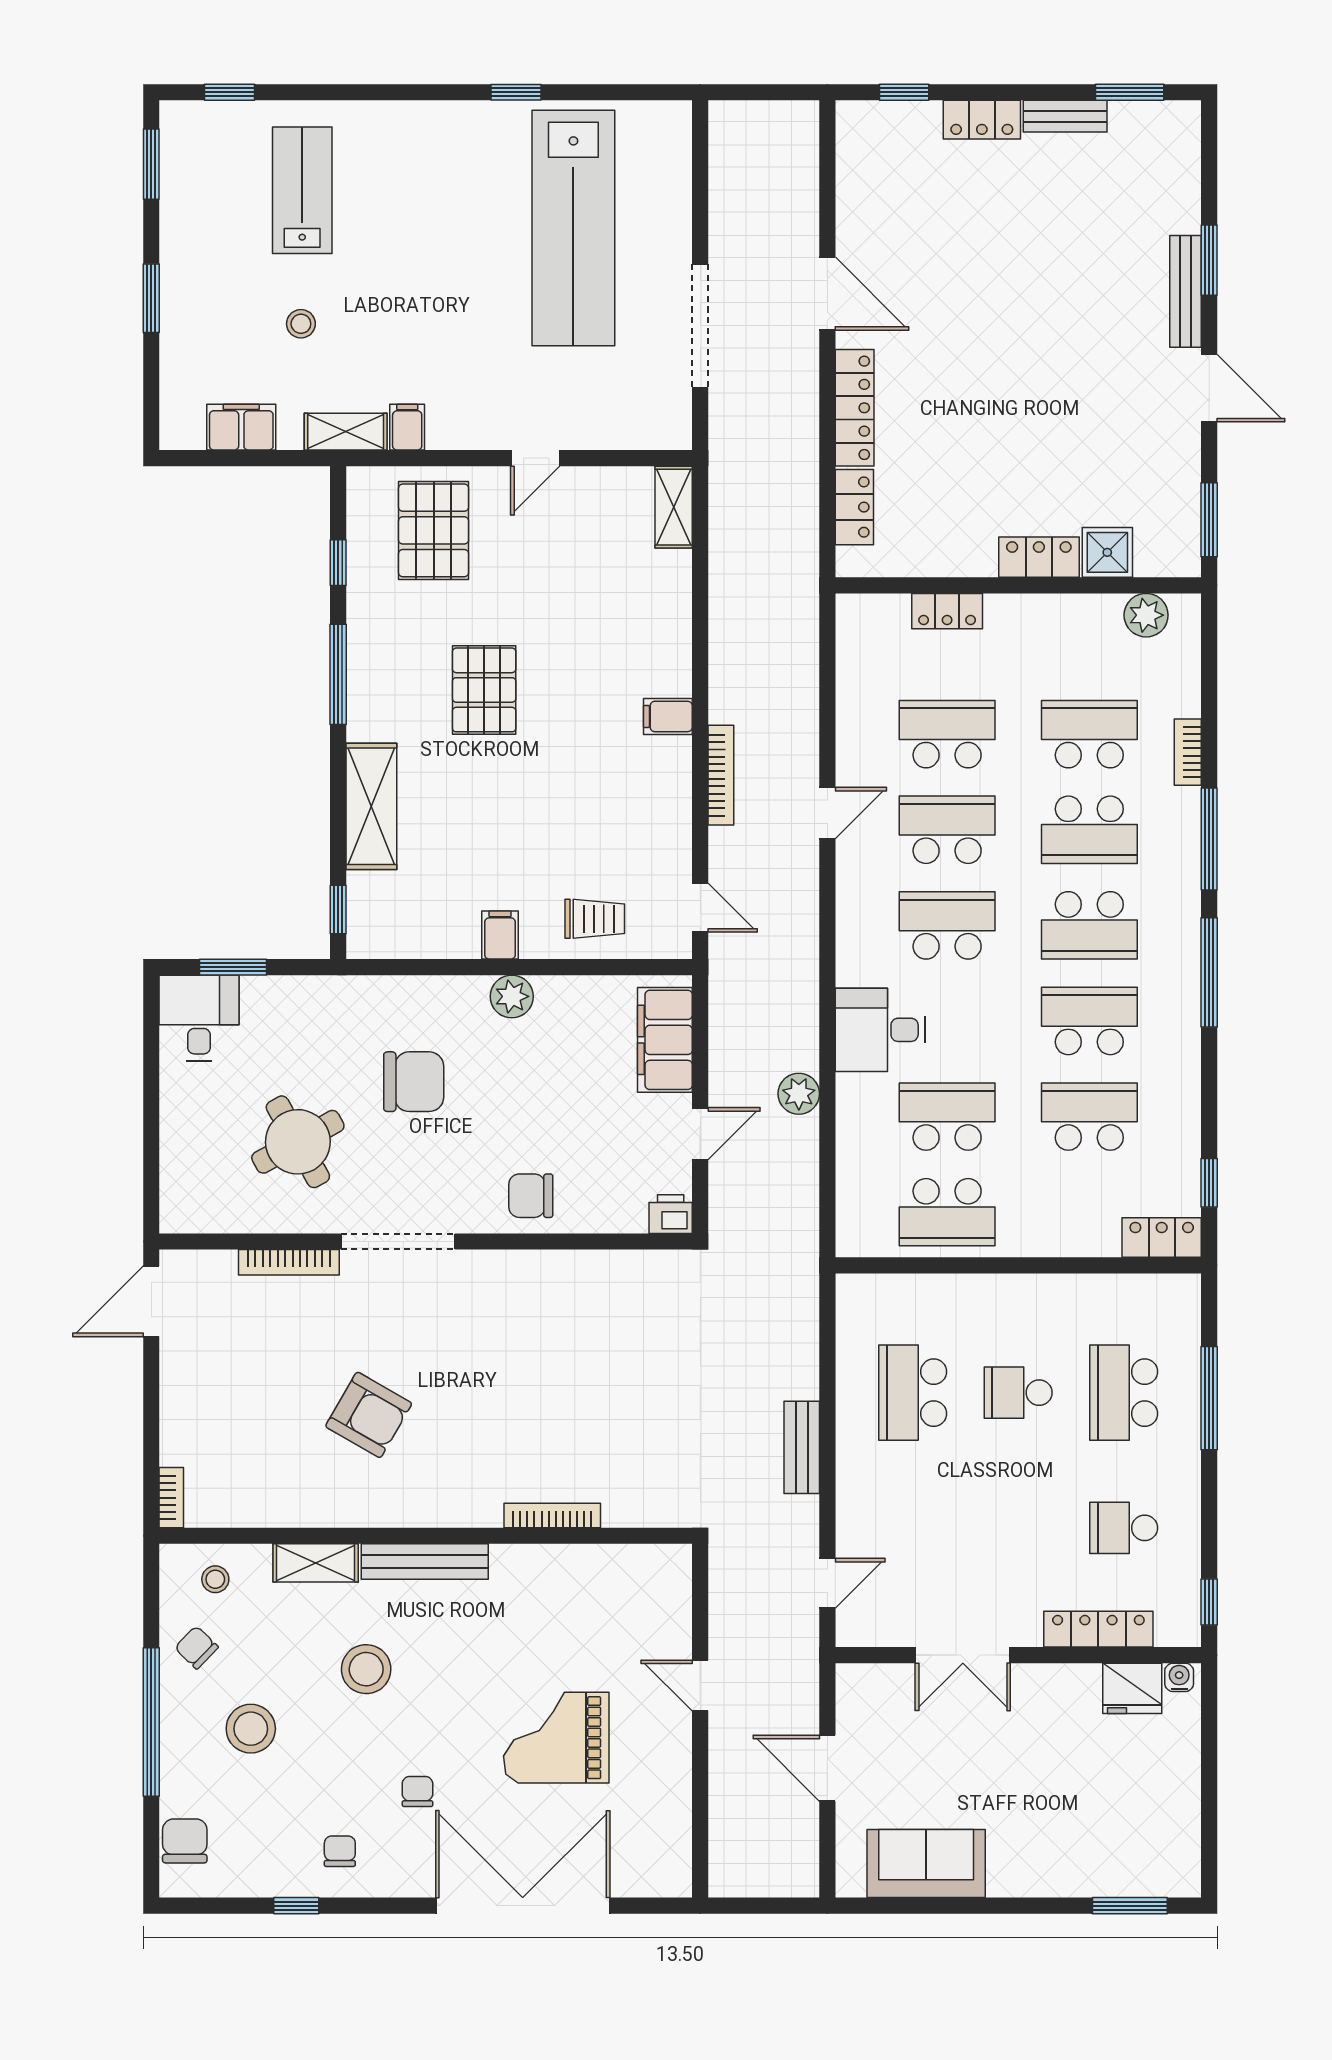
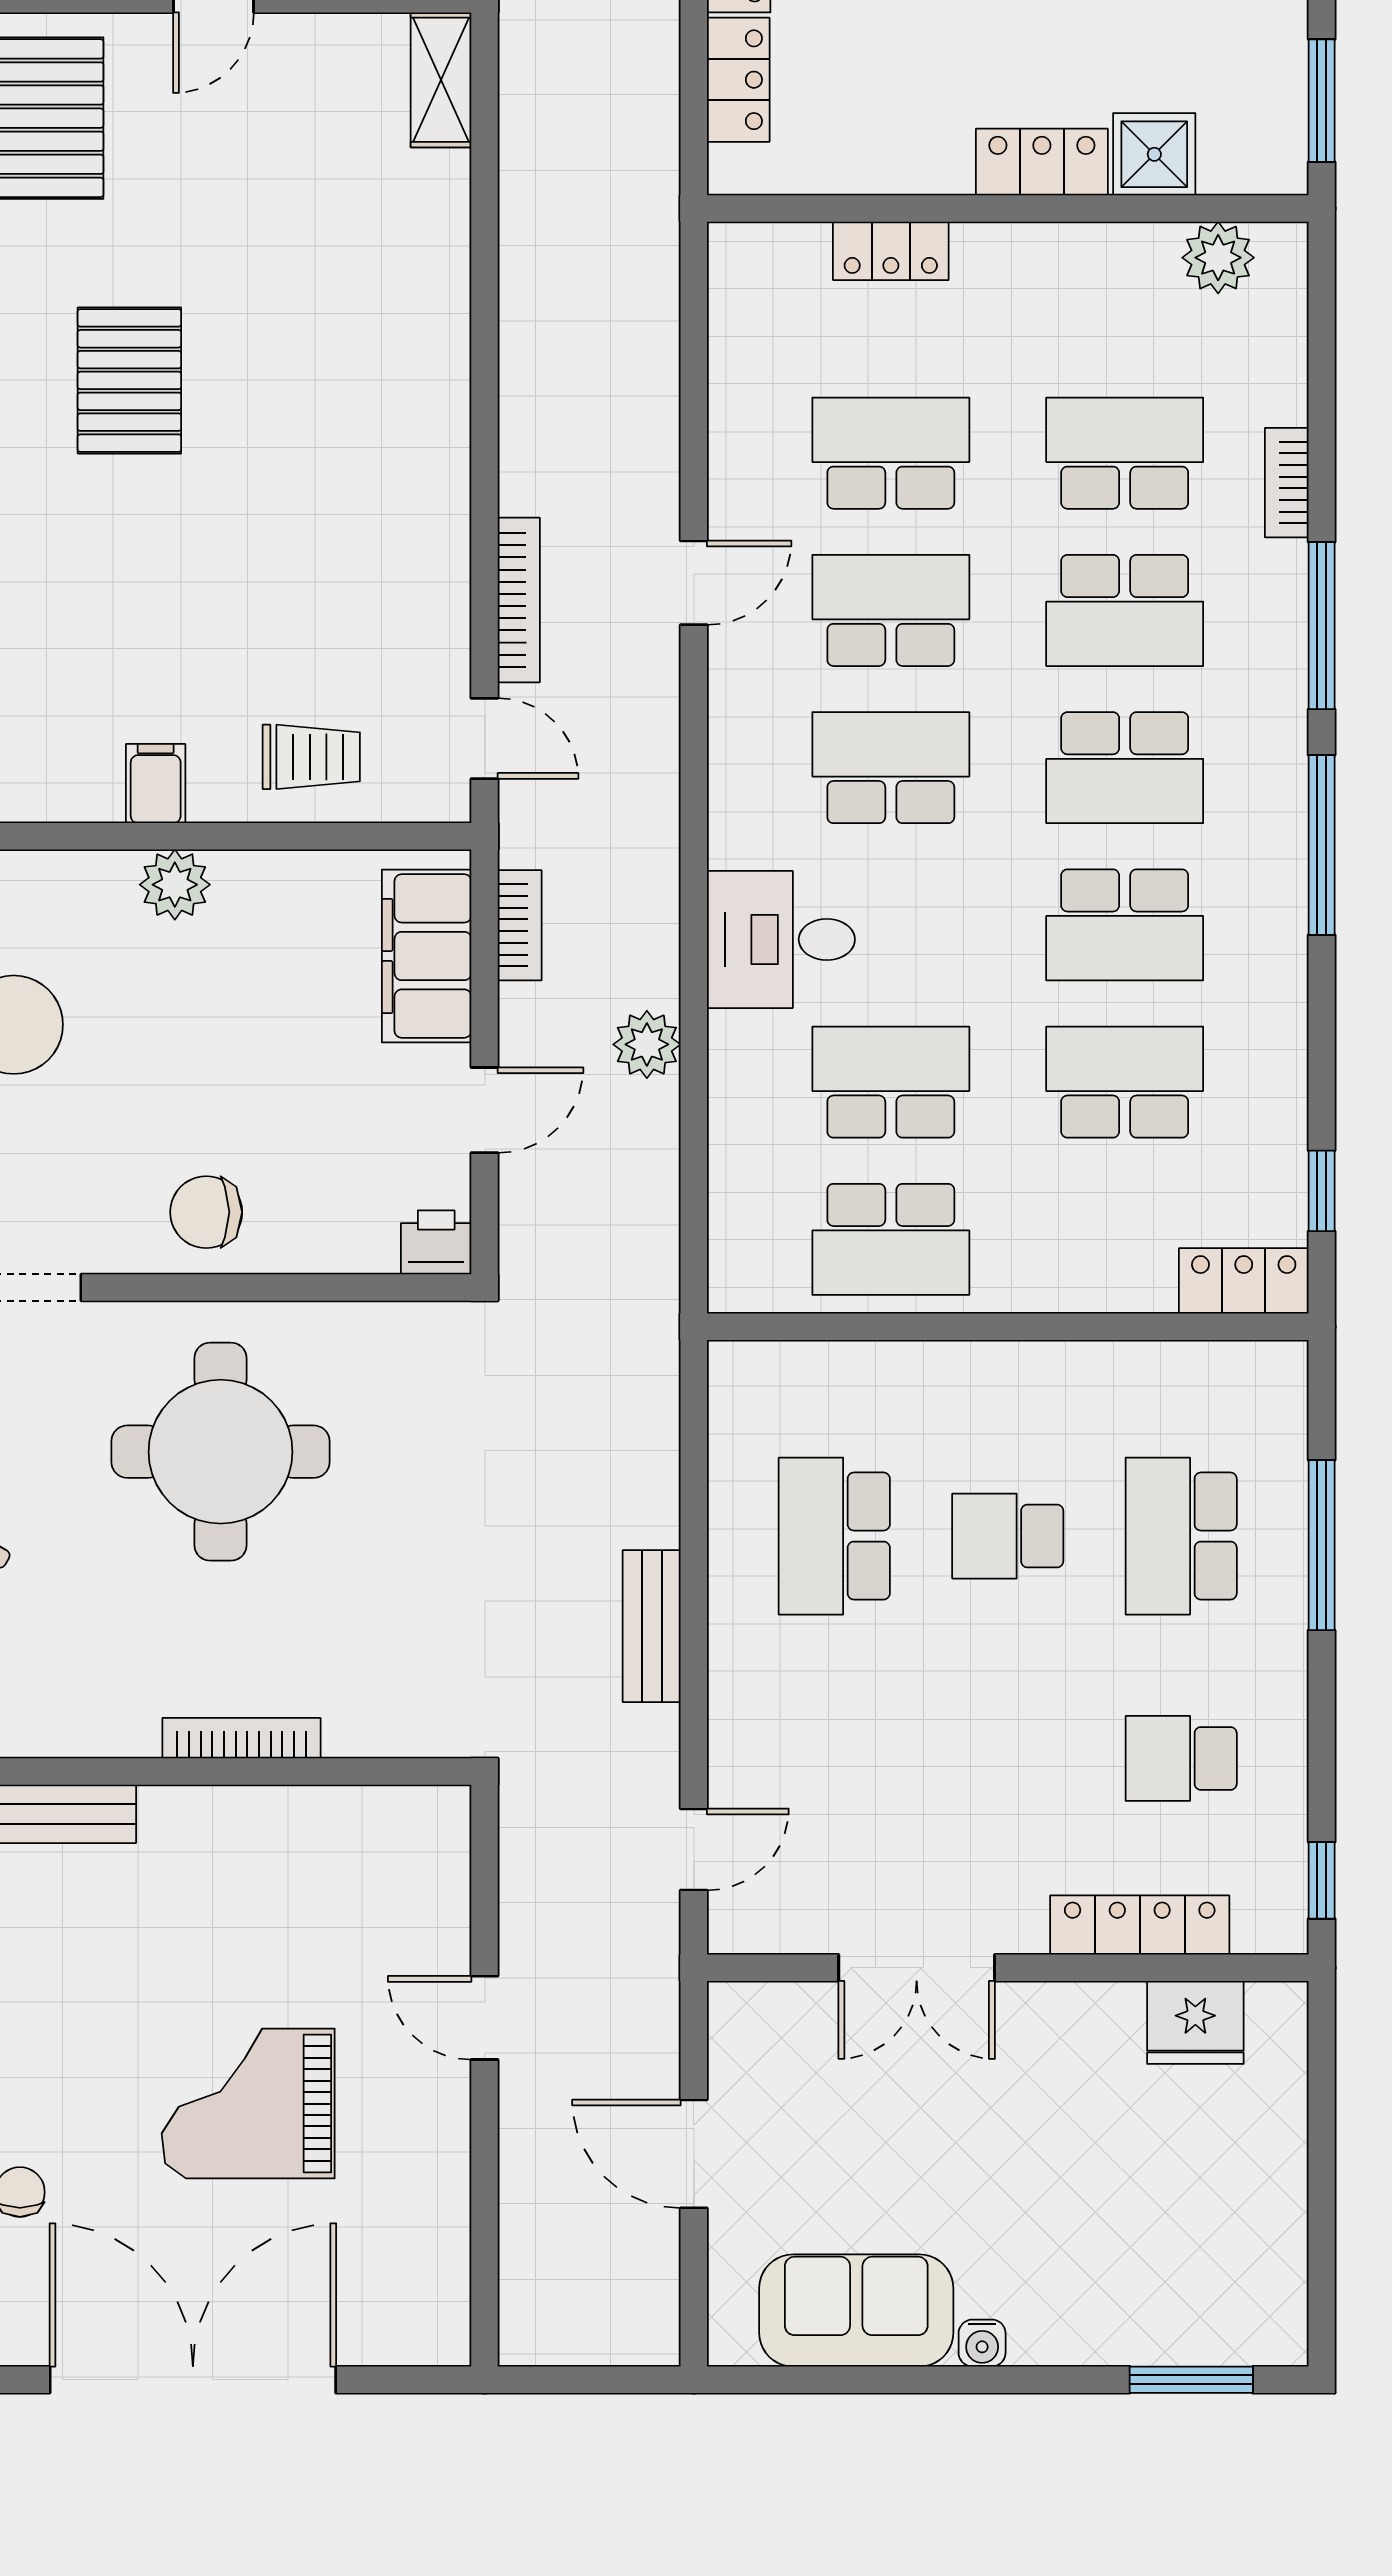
filing cabinet: (668, 716) -> (432, 424), removed
bookcase: (721, 775) -> (519, 600), moved
bookcase: (721, 1021) -> (520, 925), added
school desk: (1089, 1021) -> (1125, 925), turned 180
round table: (539, 1341) -> (221, 1452), added
water cooler: (1179, 1677) -> (982, 2343), moved, turned 180

